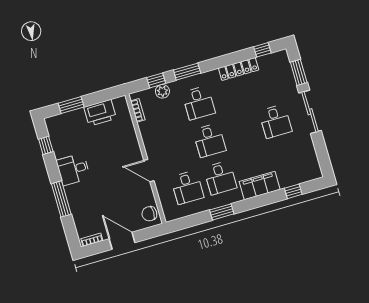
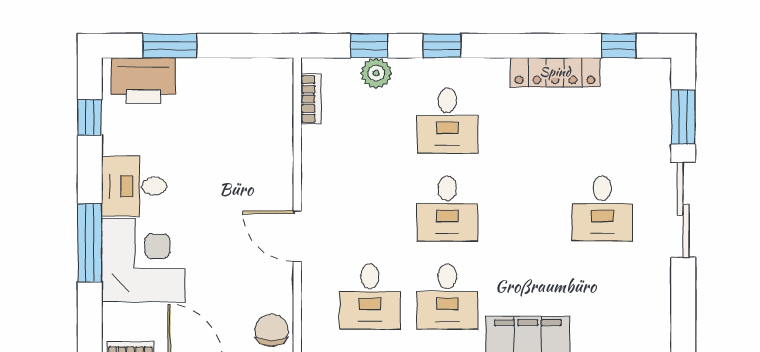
window: (187, 72) -> (442, 46), width x0.67
printer: (100, 113) -> (143, 81), moved
corner desk: (86, 200) -> (143, 260), added
chair: (149, 214) -> (271, 330), turned 90

